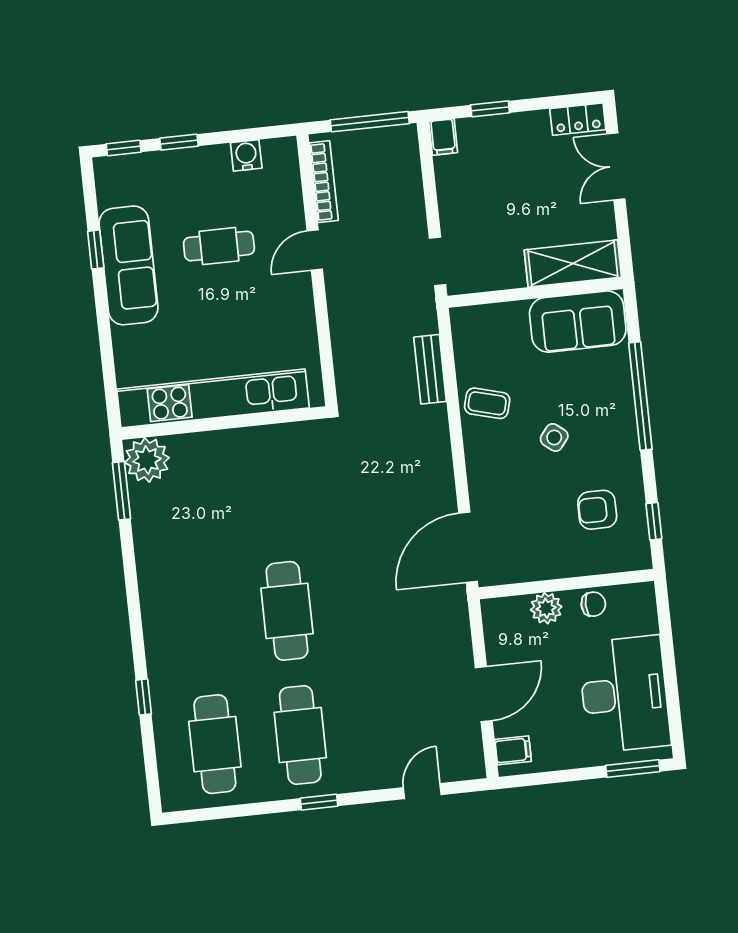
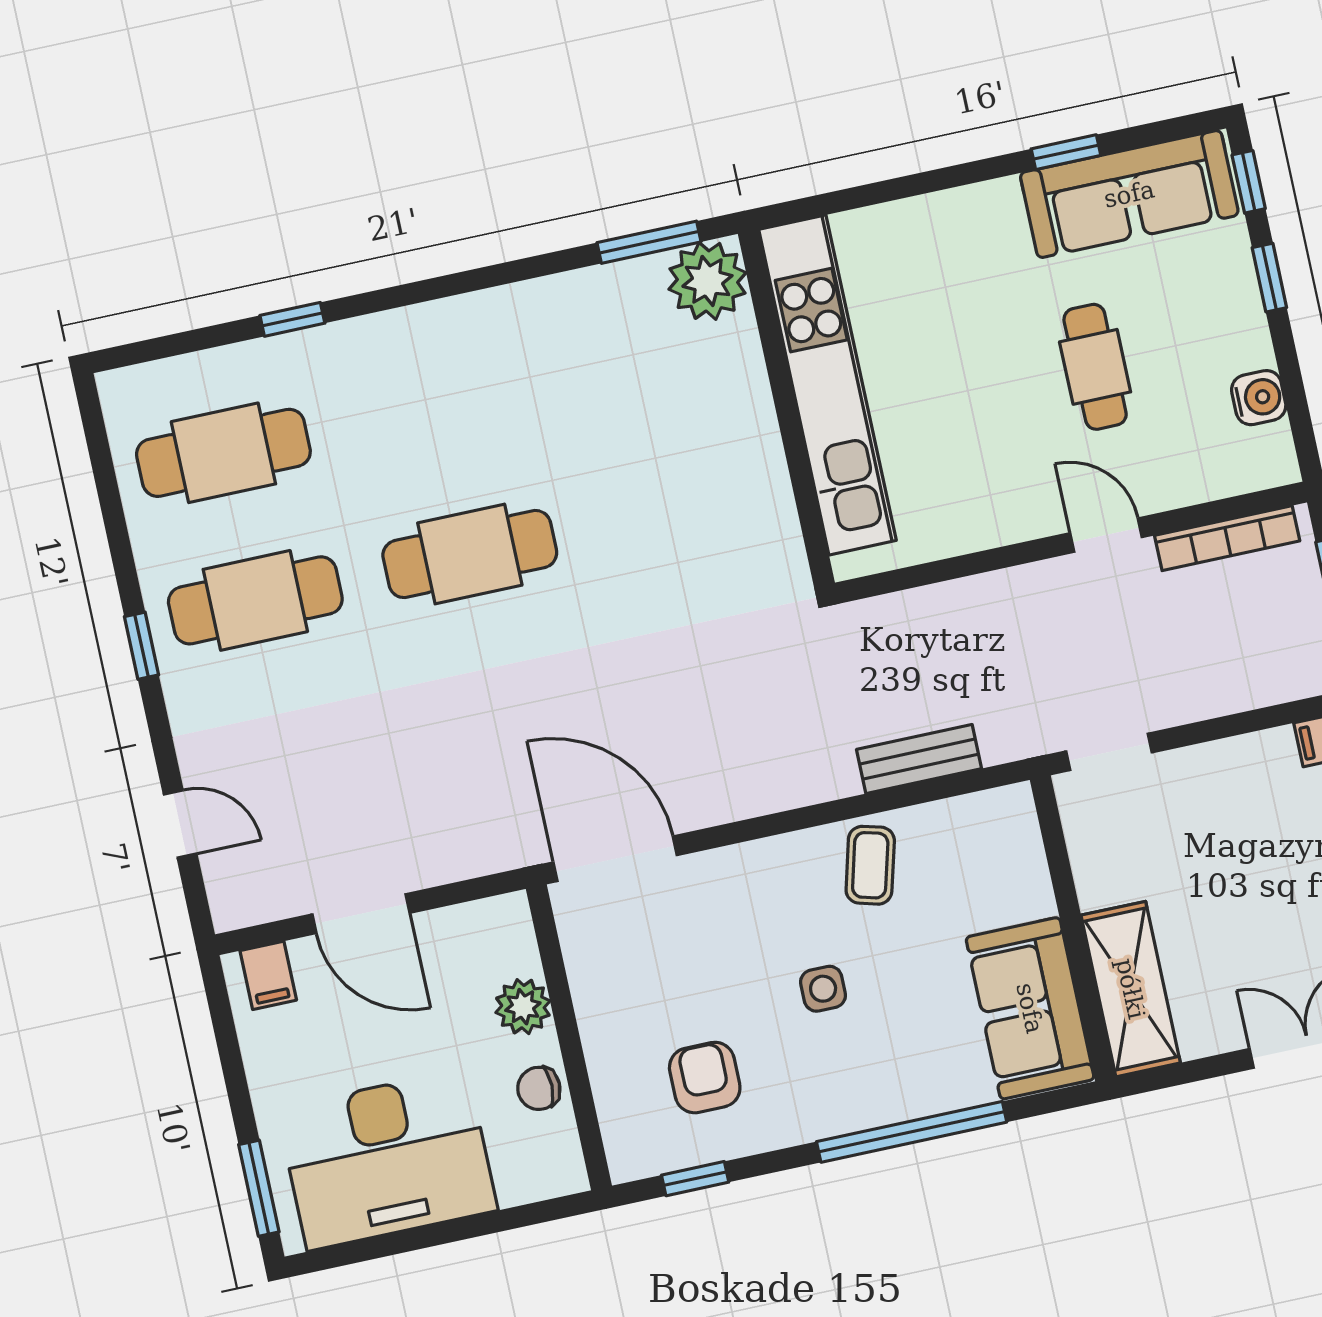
sofa: (129, 265) -> (1129, 194), moved
side table: (554, 437) -> (823, 989), turned -38
chair: (593, 604) -> (539, 1088), turned 90

